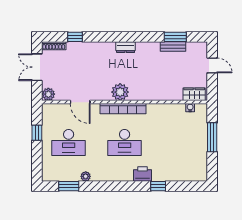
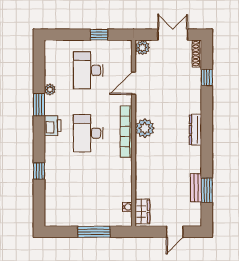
dresser: (126, 47) -> (195, 130), width x1.44
printer: (143, 174) -> (53, 126), moved
window: (69, 186) -> (39, 105), moved

